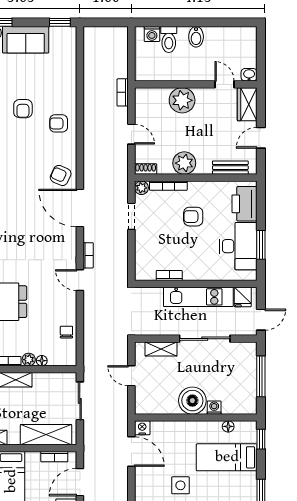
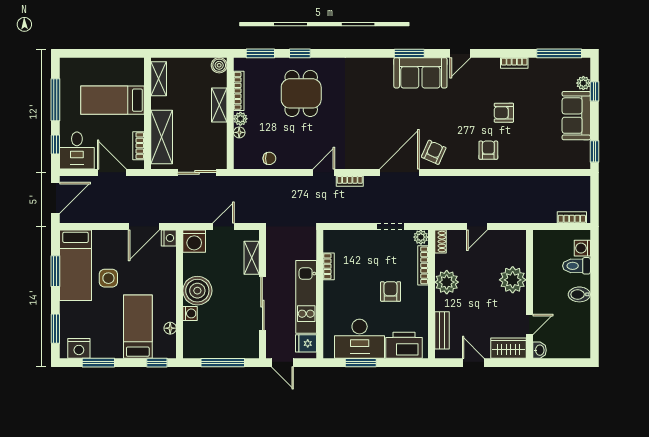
bookcase: (123, 92) -> (572, 217), moved
washing machine: (145, 404) -> (194, 241), added

